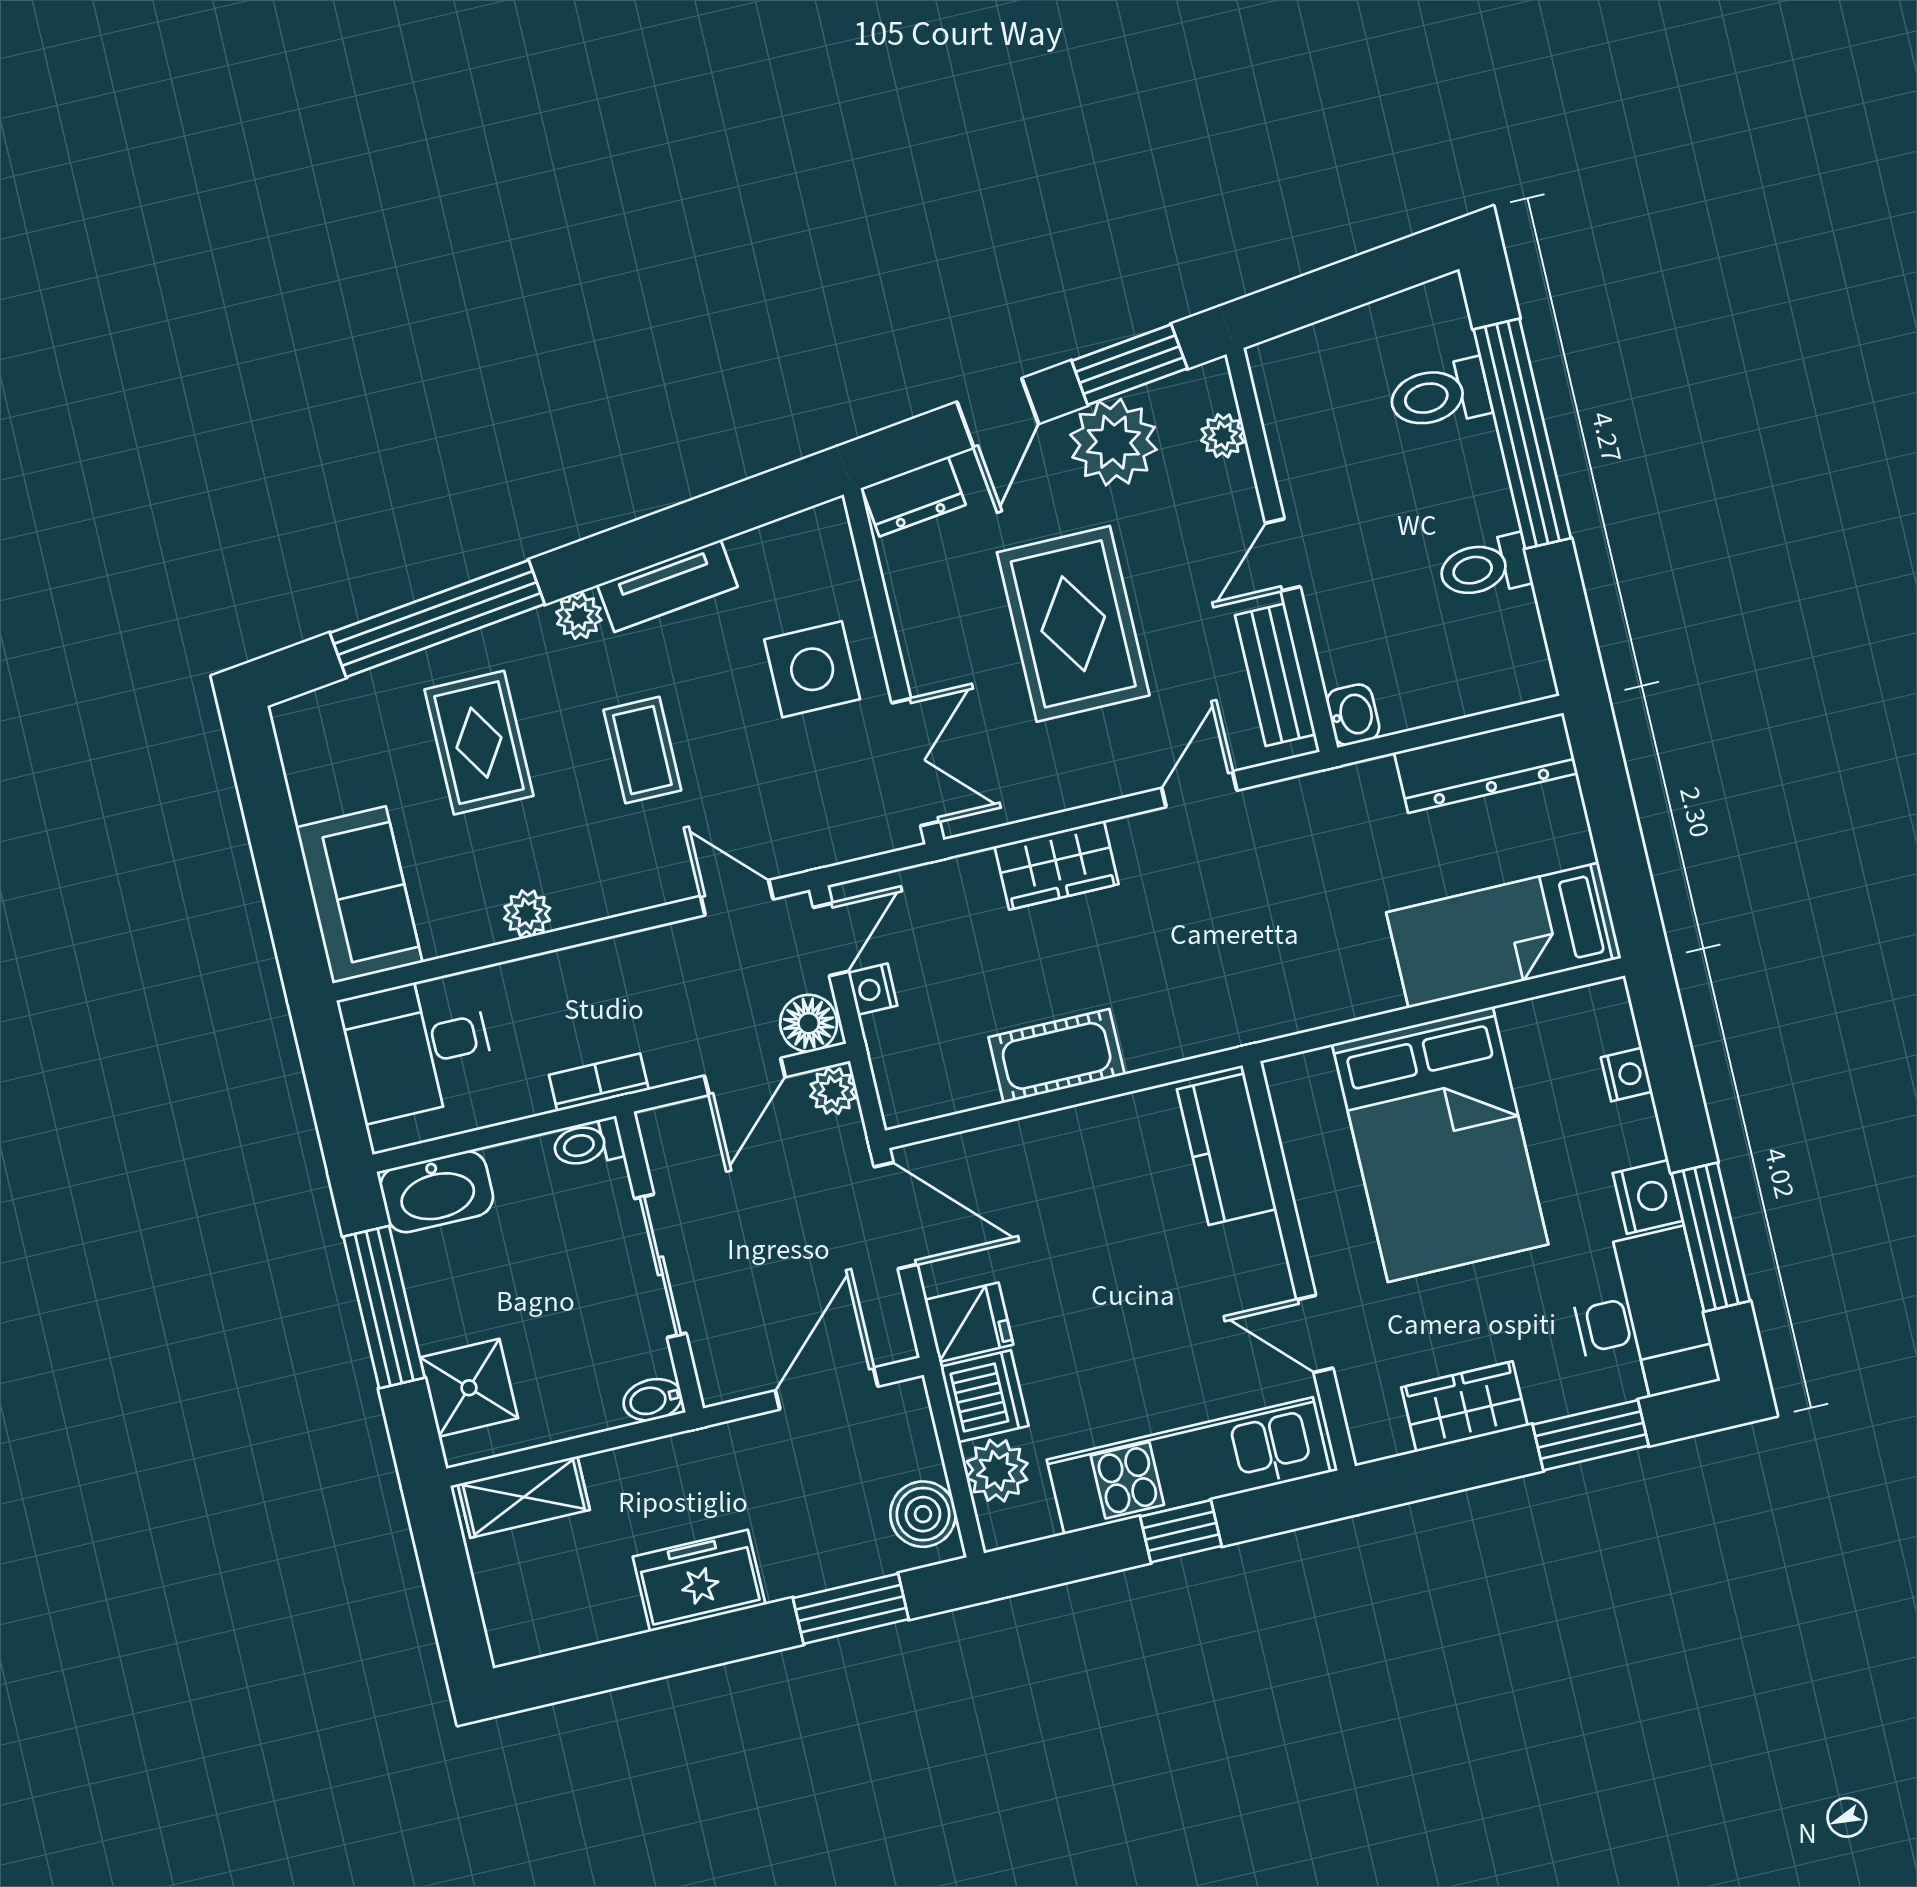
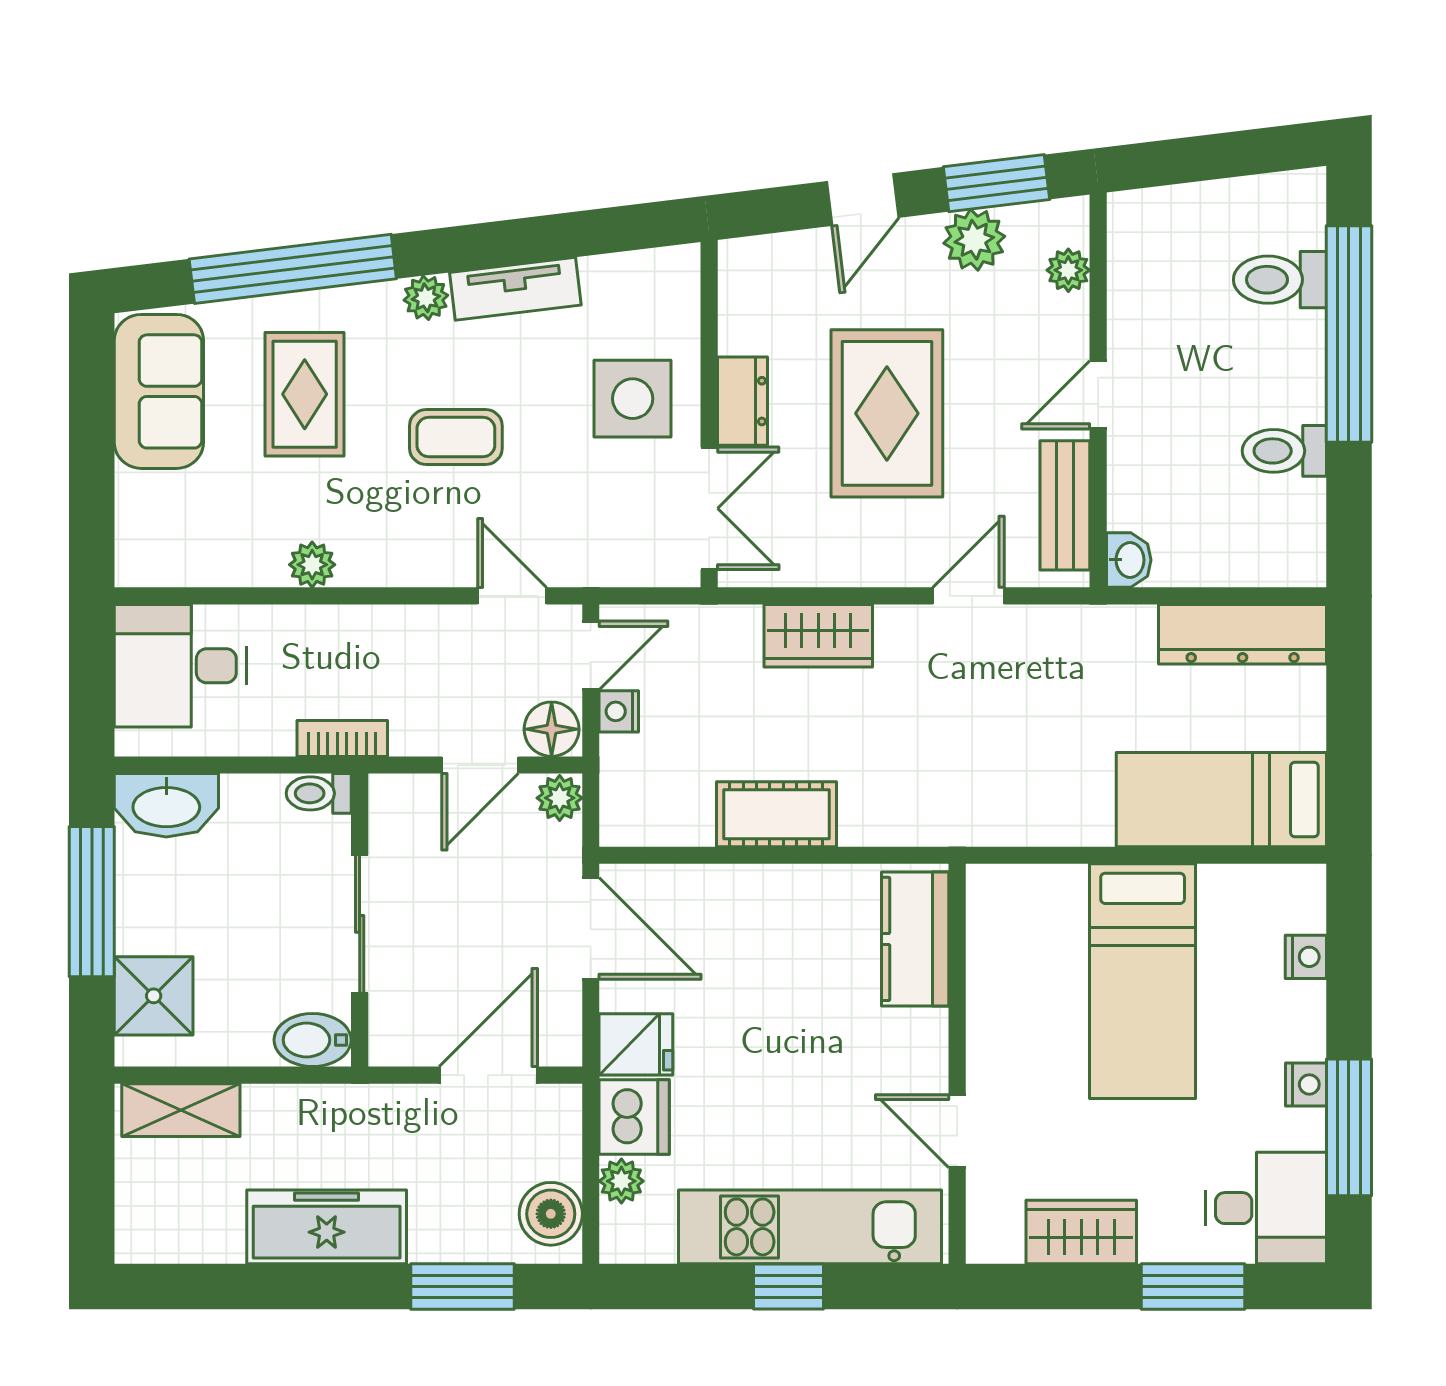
plant: (1113, 442) -> (974, 240), width x0.73, depth x0.73
dresser: (914, 496) -> (742, 401), moved, turned -83
coffee table: (642, 750) -> (456, 437), turned 90
sofa: (359, 895) -> (159, 391), moved
bed: (1440, 1144) -> (1143, 981), width x0.67
nightstand: (1648, 1197) -> (1306, 1084), width x0.72, depth x0.74
desk: (1641, 1317) -> (1266, 1208), width x0.73
bidet: (653, 1400) -> (313, 1040), width x1.38, depth x1.36
plant: (997, 1471) -> (621, 1181), width x0.73, depth x0.73
freezer: (699, 1581) -> (327, 1227), width x1.40

